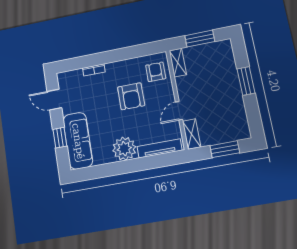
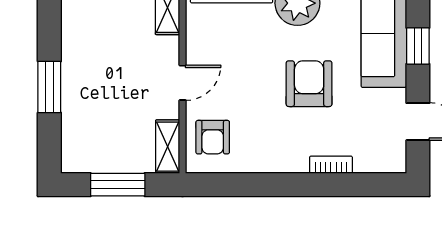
armchair: (131, 96) -> (309, 84), moved
door: (179, 111) -> (183, 83), moved

